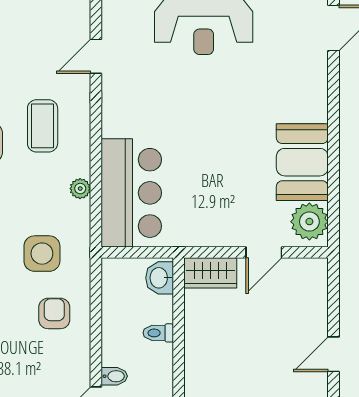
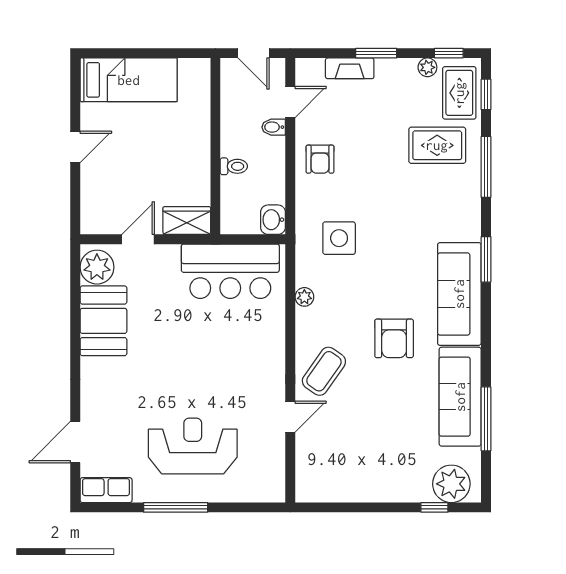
coffee table: (43, 126) -> (324, 371), moved, turned 35
bar counter: (131, 193) -> (230, 271), moved, turned -90
washbasin: (160, 278) -> (273, 220), moved, turned 180
armchair: (54, 313) -> (320, 159), moved

